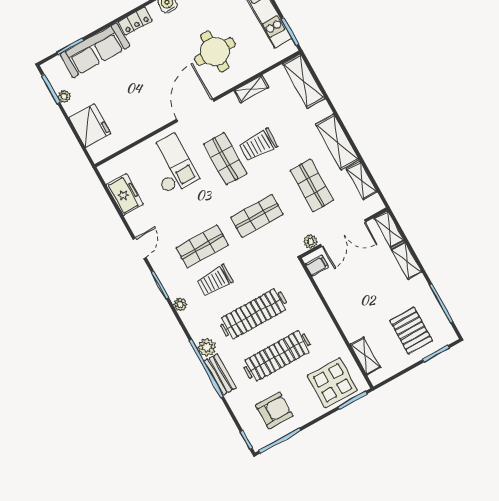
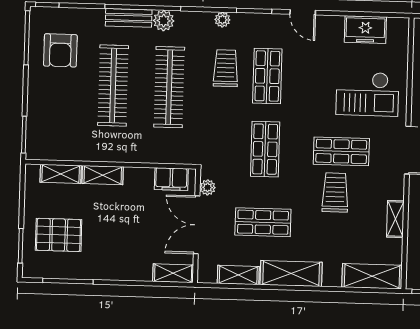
shelving: (407, 261) -> (103, 175), moved
filing cabinet: (317, 266) -> (171, 179), width x2.00
display table: (333, 383) -> (53, 125), removed

